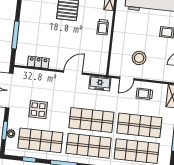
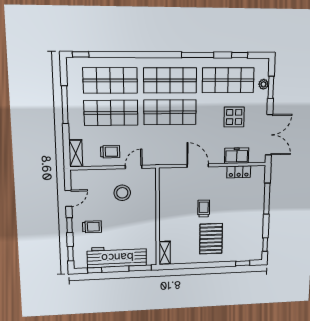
trolley: (103, 27) -> (204, 208), moved
door: (73, 72) -> (198, 166), swing flipped
freezer: (100, 83) -> (237, 156), moved

